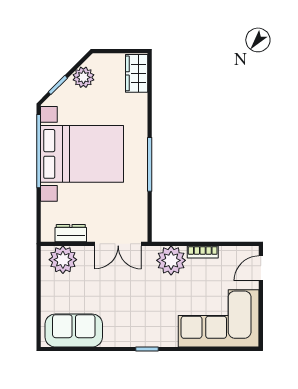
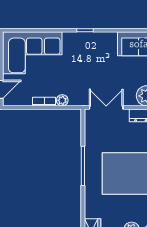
plant: (171, 260) -> (62, 100), width x0.53, depth x0.53

